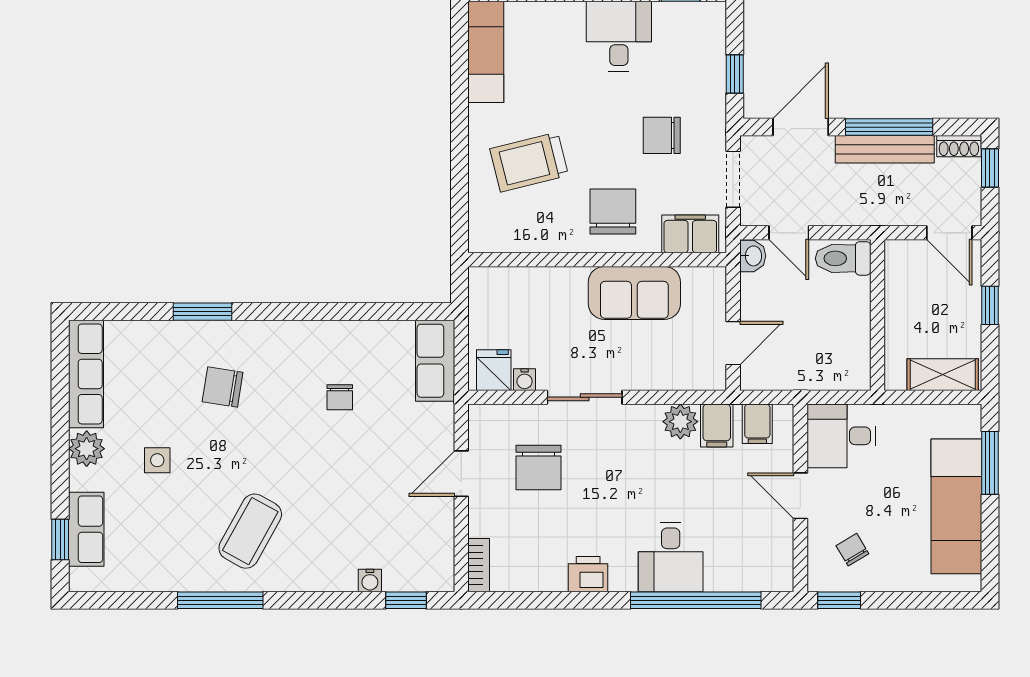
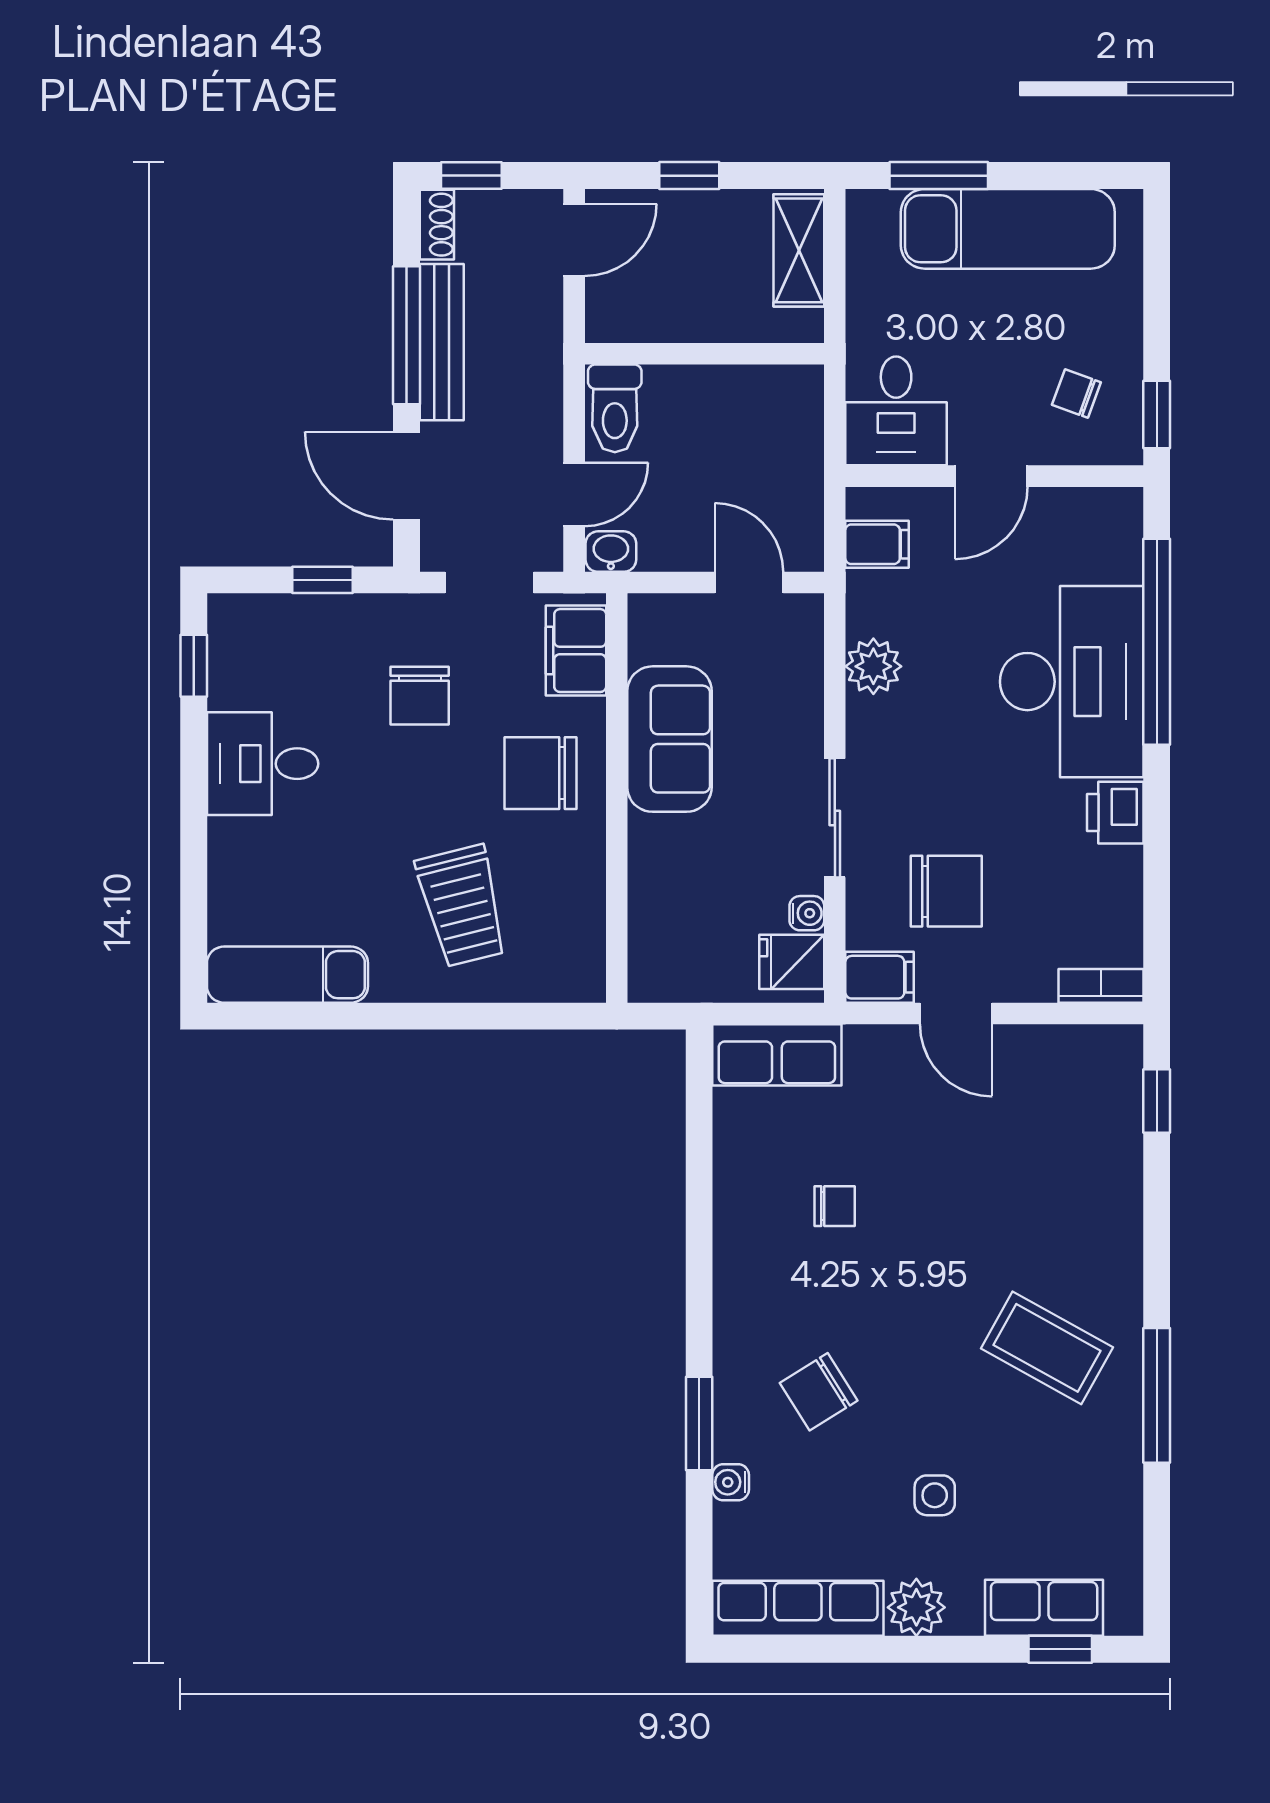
chair: (223, 387) -> (819, 1392), turned 49
filing cabinet: (717, 425) -> (880, 977), moved
chair: (852, 550) -> (1076, 393), turned 51
desk: (671, 557) -> (1072, 682), width x1.87, depth x1.30
water cooler: (370, 580) -> (731, 1482), moved, turned 180

